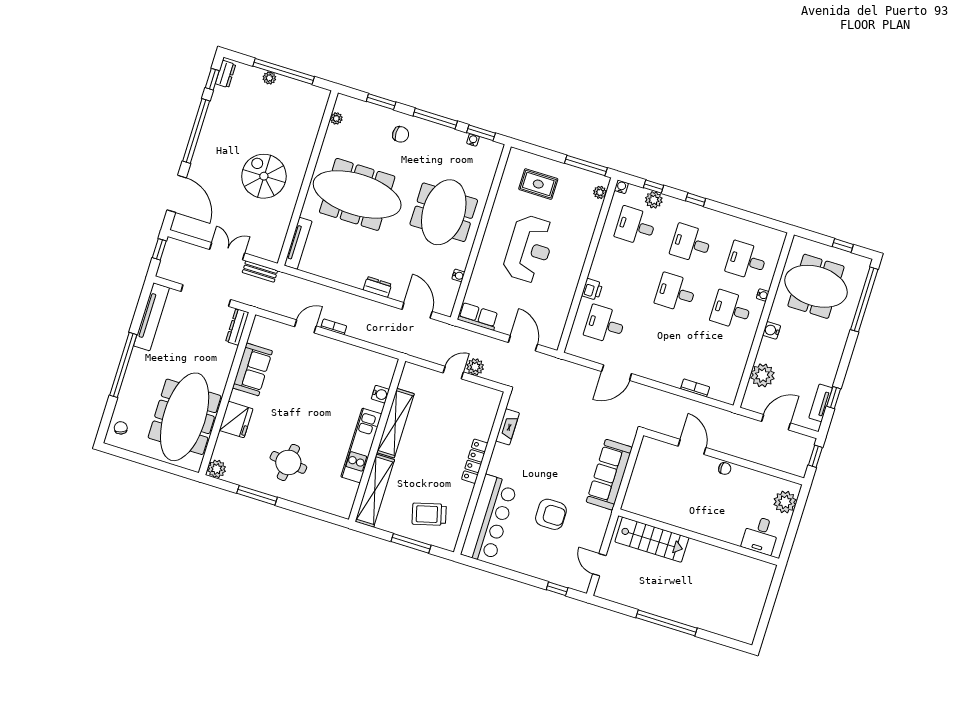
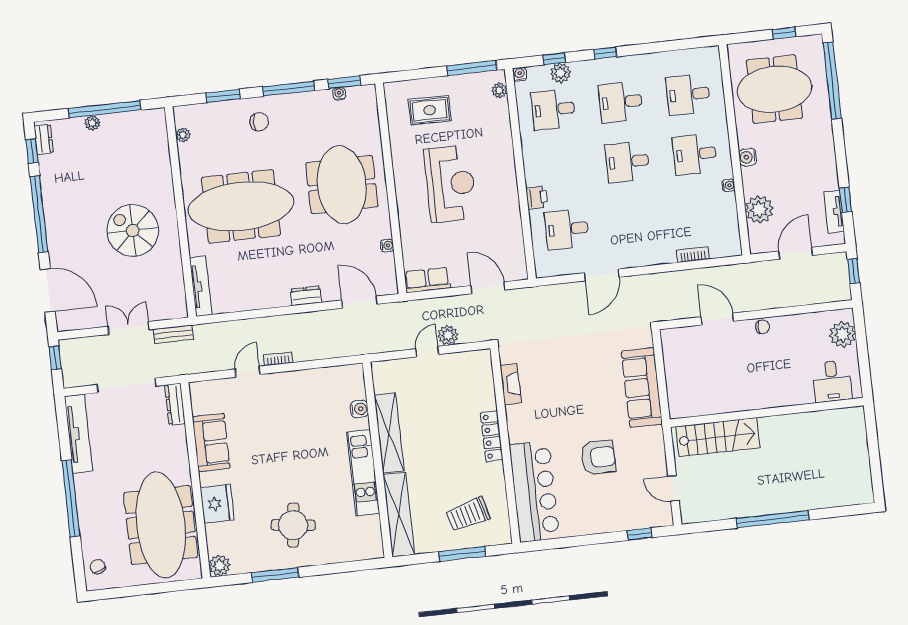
water cooler: (763, 295) -> (728, 185), moved

